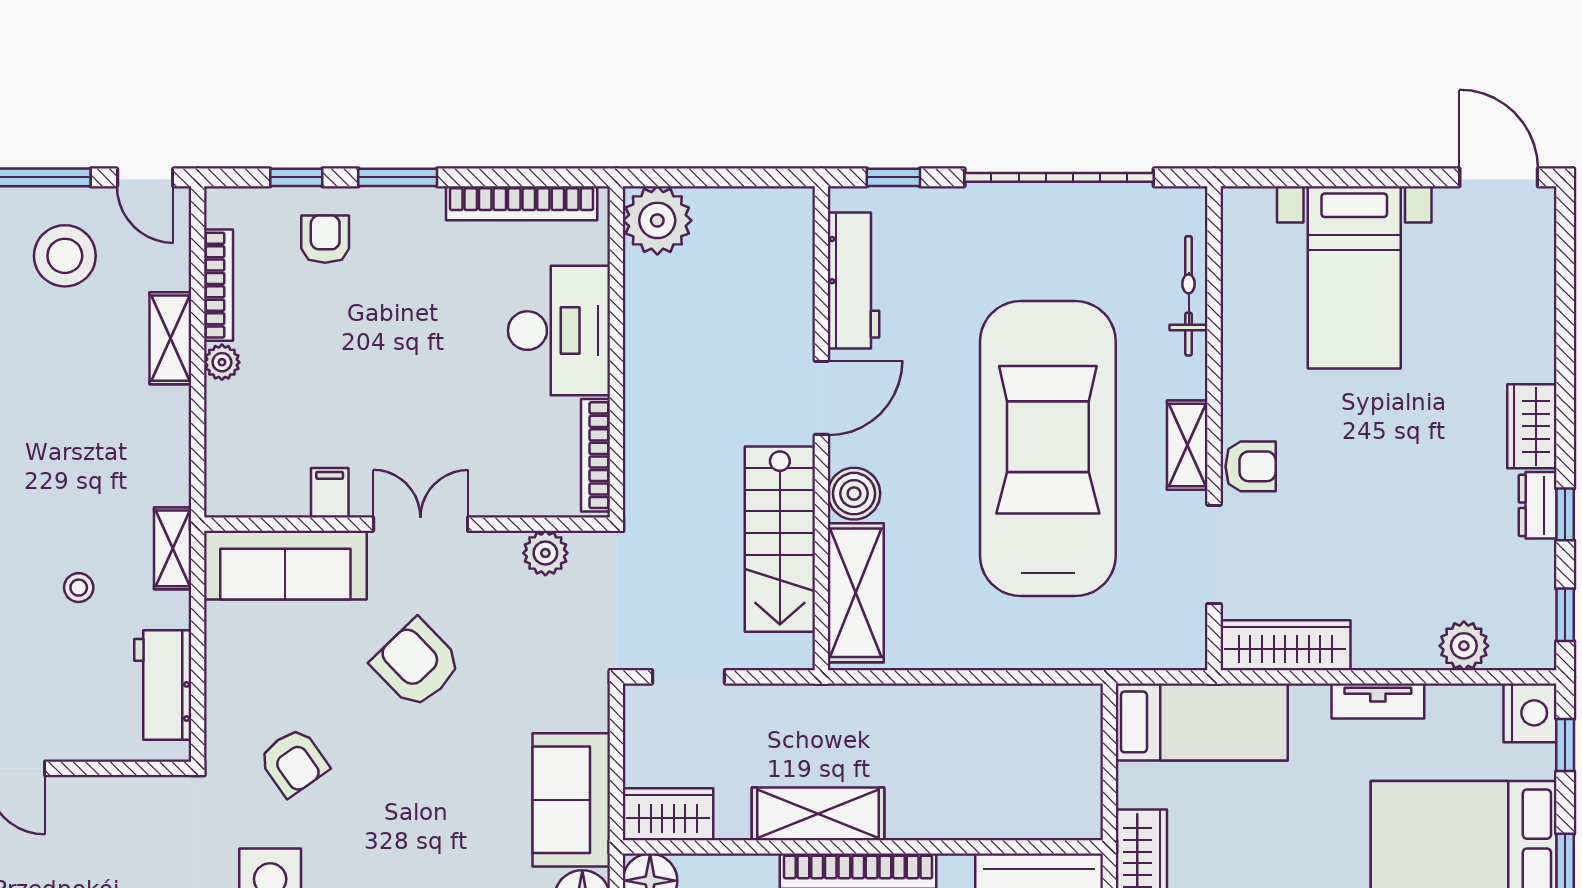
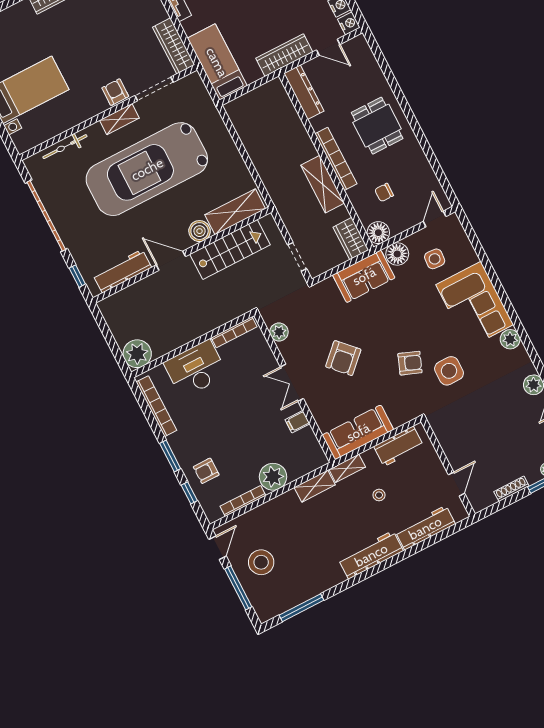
shelving: (170, 338) -> (315, 486), moved
plant: (222, 362) -> (273, 477), width x1.88, depth x1.88
sofa: (285, 565) -> (358, 432), moved, turned -90
armchair: (294, 762) -> (410, 363), moved, turned 56

